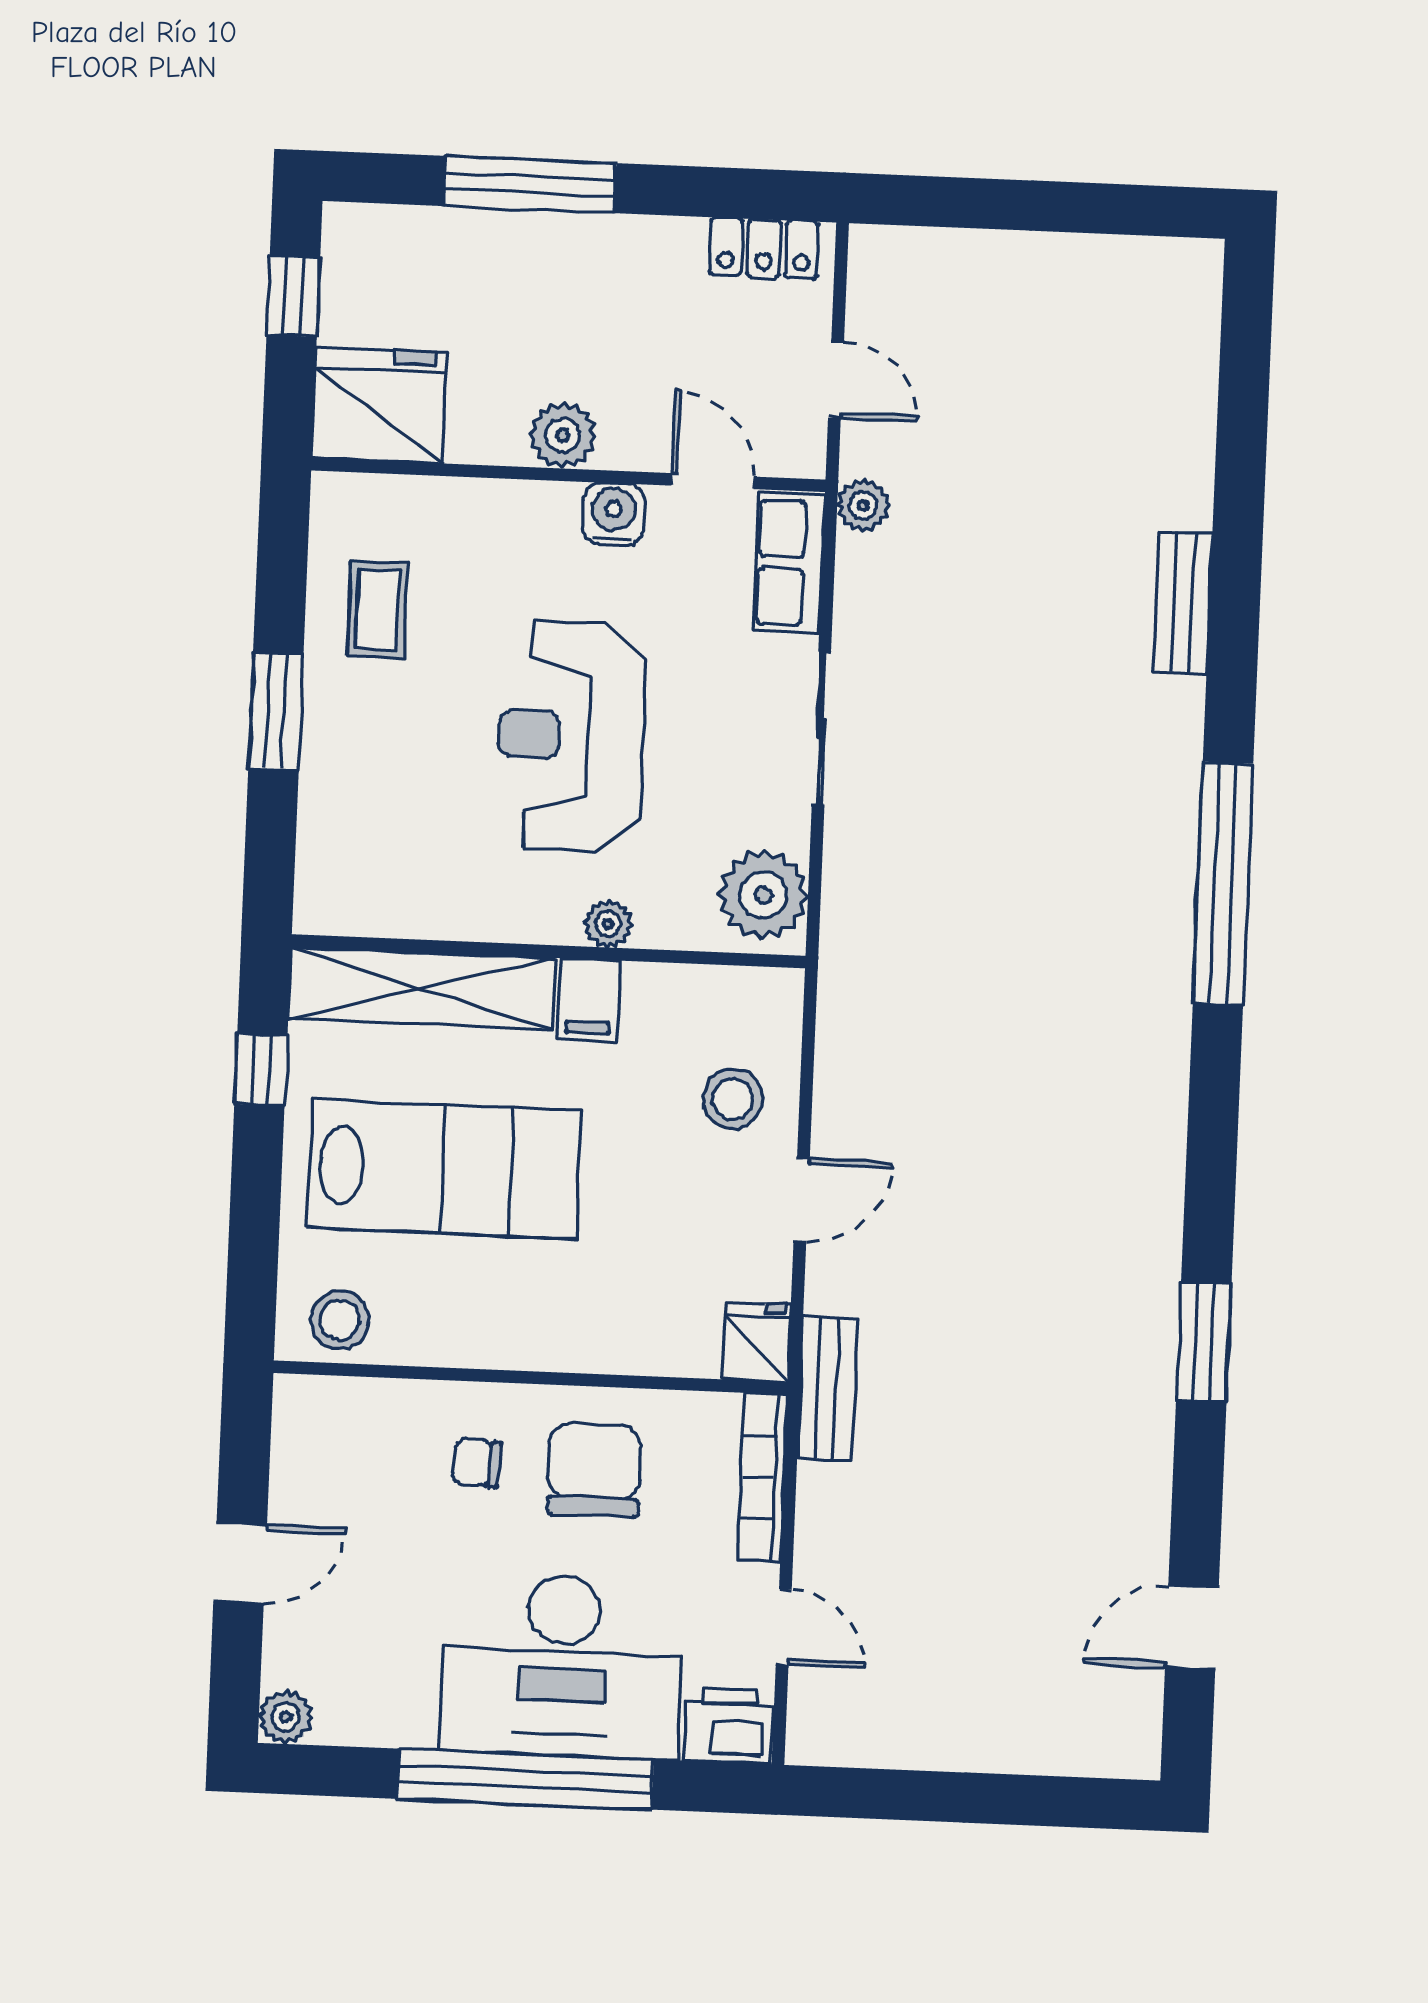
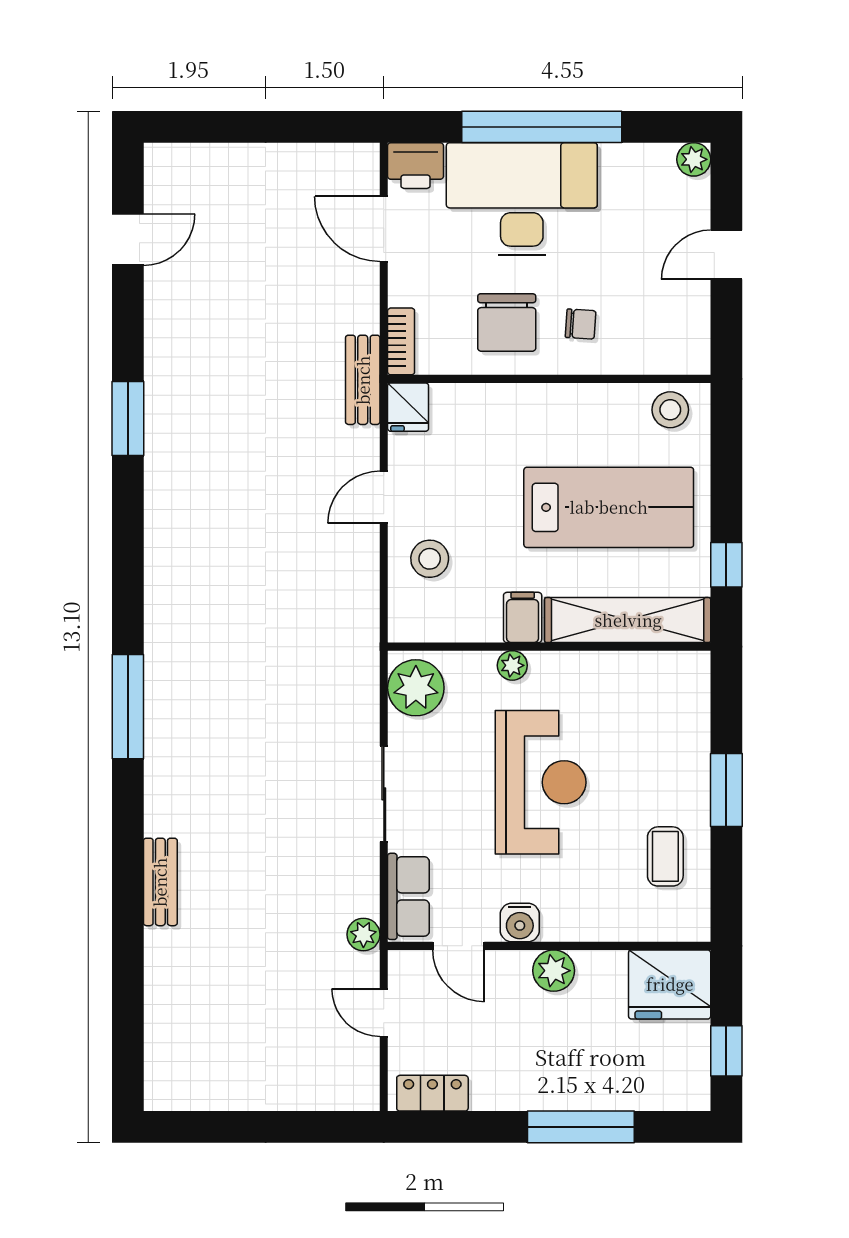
window: (1223, 884) -> (128, 707), width x0.68
lab bench: (444, 1169) -> (609, 507), turned 180
bookcase: (762, 1477) -> (401, 341), width x0.64
door: (784, 1627) -> (384, 229), width x1.38

